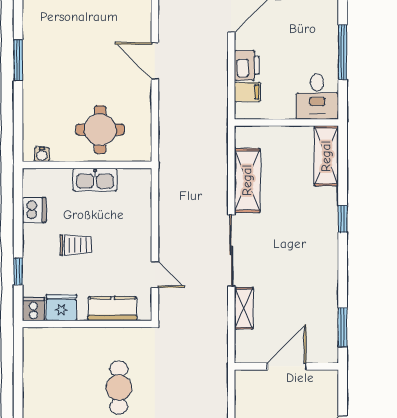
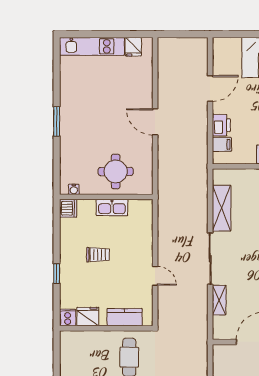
dishwasher: (34, 210) -> (68, 208), moved
fridge: (61, 308) -> (88, 317), moved
cooker: (33, 309) -> (68, 318), moved
kitchen counter: (112, 309) -> (125, 317), moved
wall: (87, 324) -> (106, 328), moved

